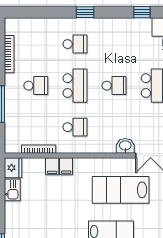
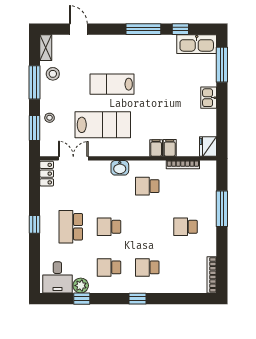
plant: (143, 25) -> (81, 286), added
bookcase: (9, 54) -> (212, 275), moved
school desk: (75, 86) -> (109, 267), moved, width x0.54
washbasin: (125, 146) -> (120, 168), moved
kitchen sink: (12, 190) -> (209, 98), moved

